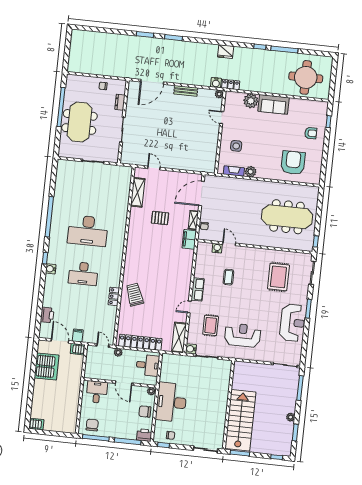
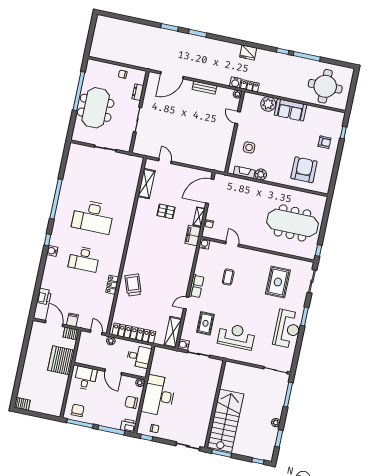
water cooler: (217, 248) -> (204, 244), moved
server rack: (47, 366) -> (61, 360), moved, turned 180

